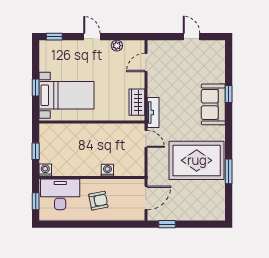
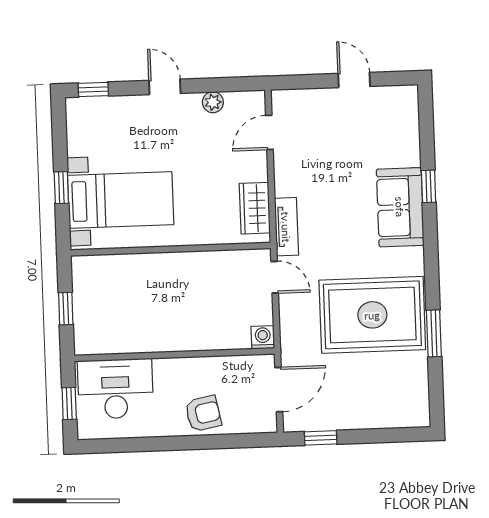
washing machine: (45, 170) -> (85, 344), removed
washing machine: (107, 170) -> (263, 337), moved
armchair: (98, 201) -> (203, 413), moved

